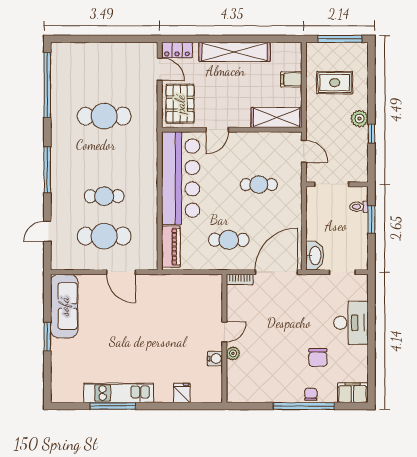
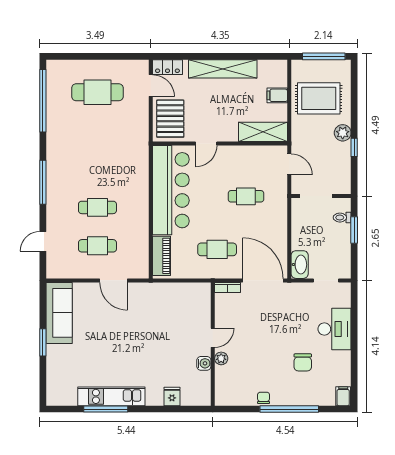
rug: (335, 83) -> (319, 98), width x1.36, depth x1.43
cafe table: (104, 116) -> (97, 92), moved
cafe table: (104, 236) -> (97, 246), width x0.73, depth x0.74
door: (276, 272) -> (263, 280), hinge flipped
filing cabinet: (353, 393) -> (343, 396), width x0.50
chair: (311, 394) -> (264, 398), moved

